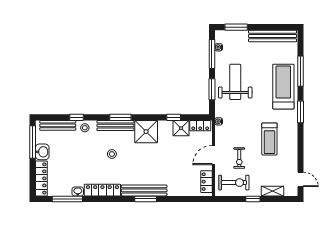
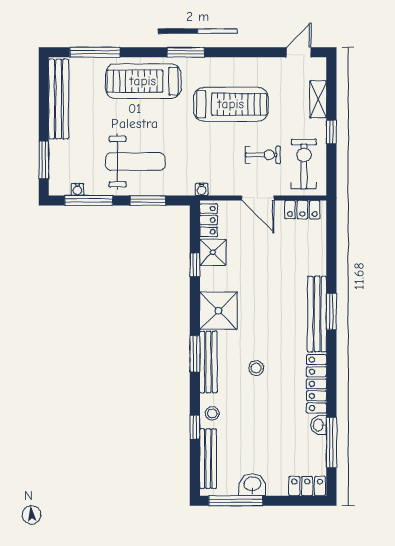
window: (301, 71) -> (95, 52), moved
weight bench: (235, 82) -> (135, 162), turned 180
treadmill: (269, 139) -> (231, 104), width x1.37, depth x1.38
locker: (41, 178) -> (307, 486), width x0.66

